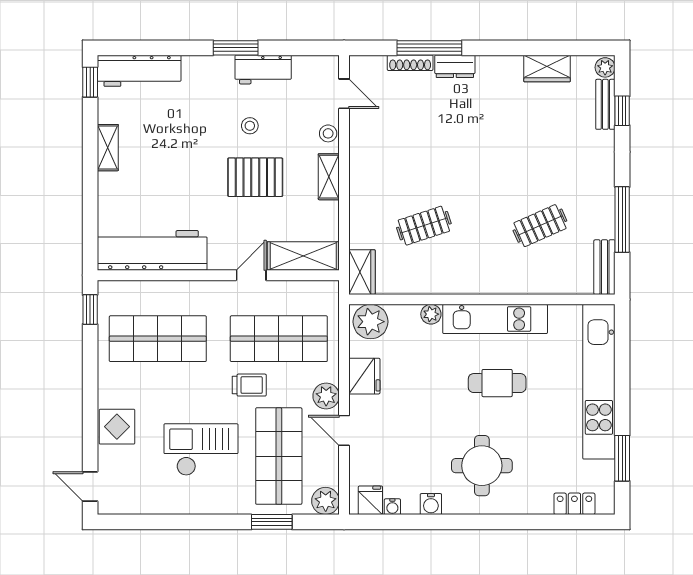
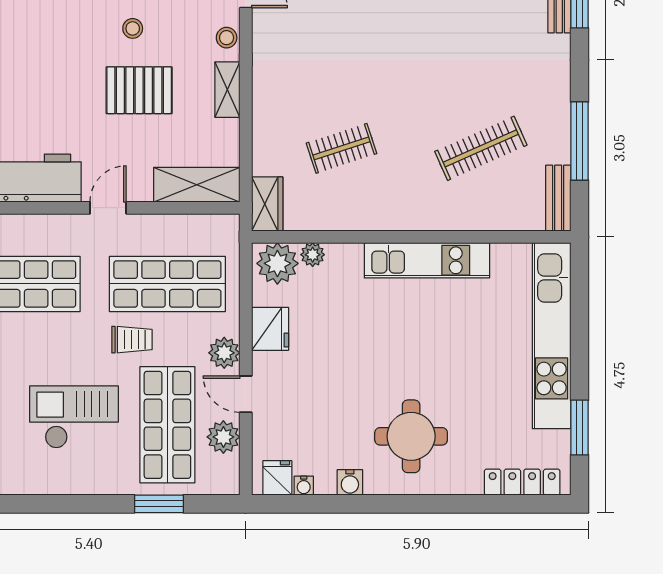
clothes rail: (540, 226) -> (481, 148), width x1.36
door: (251, 275) -> (108, 208), moved
plant: (431, 314) -> (313, 255), moved
cafe table: (497, 383) -> (429, 337), removed
plant: (326, 501) -> (223, 437), moved
locker: (574, 504) -> (522, 482), width x1.53

